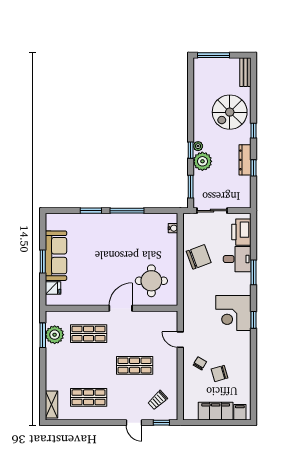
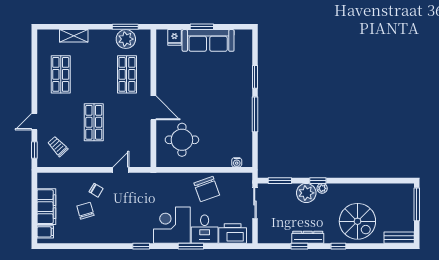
spiral stairs: (230, 112) -> (357, 221), turned 180
corner desk: (233, 313) -> (172, 225), moved
shelving: (52, 405) -> (74, 36), moved

